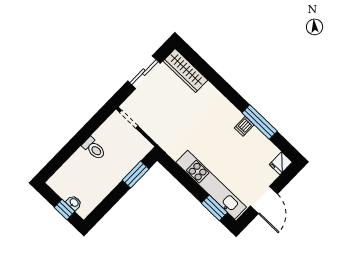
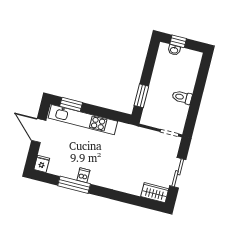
wardrobe: (185, 71) -> (155, 193), width x0.67

